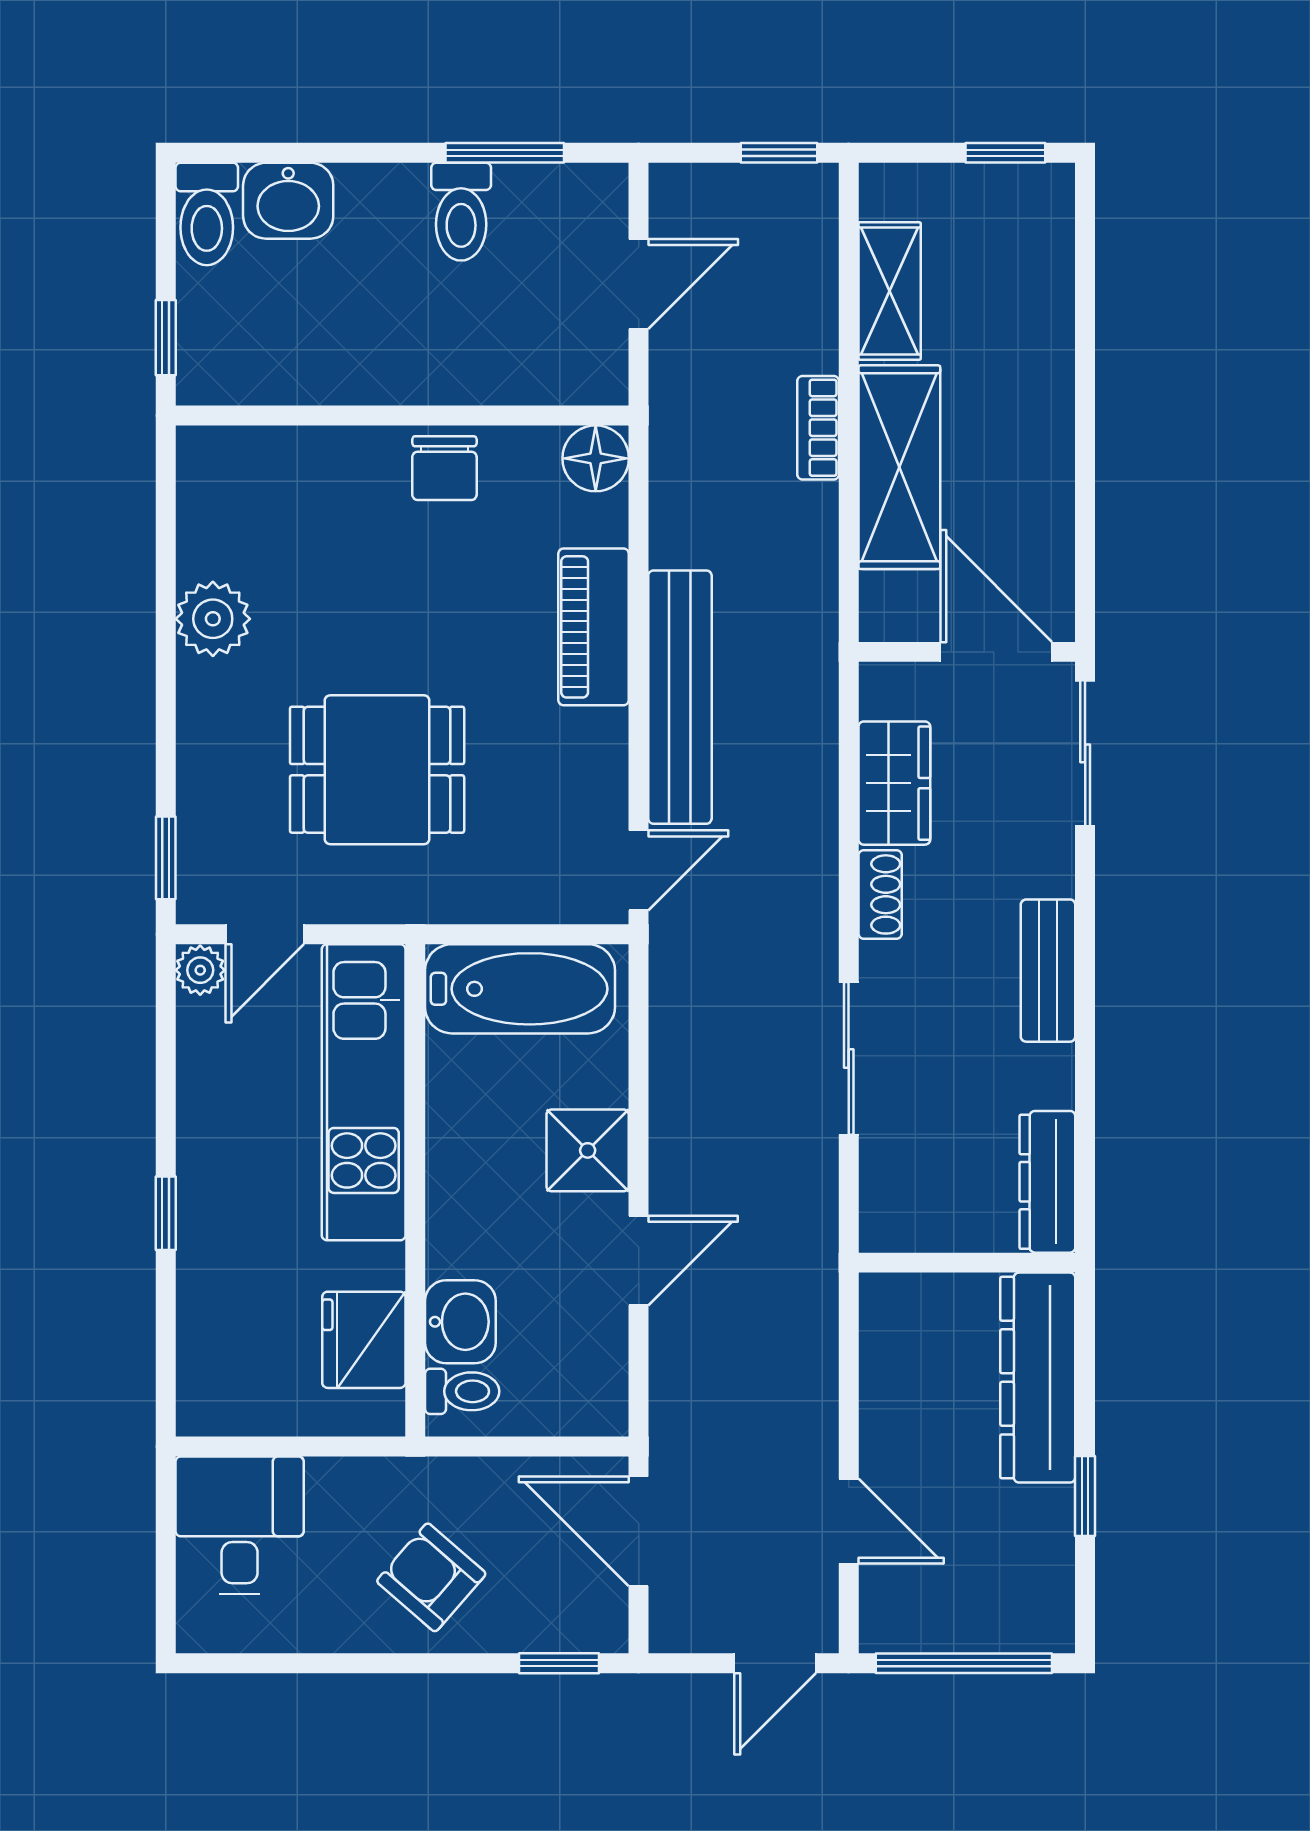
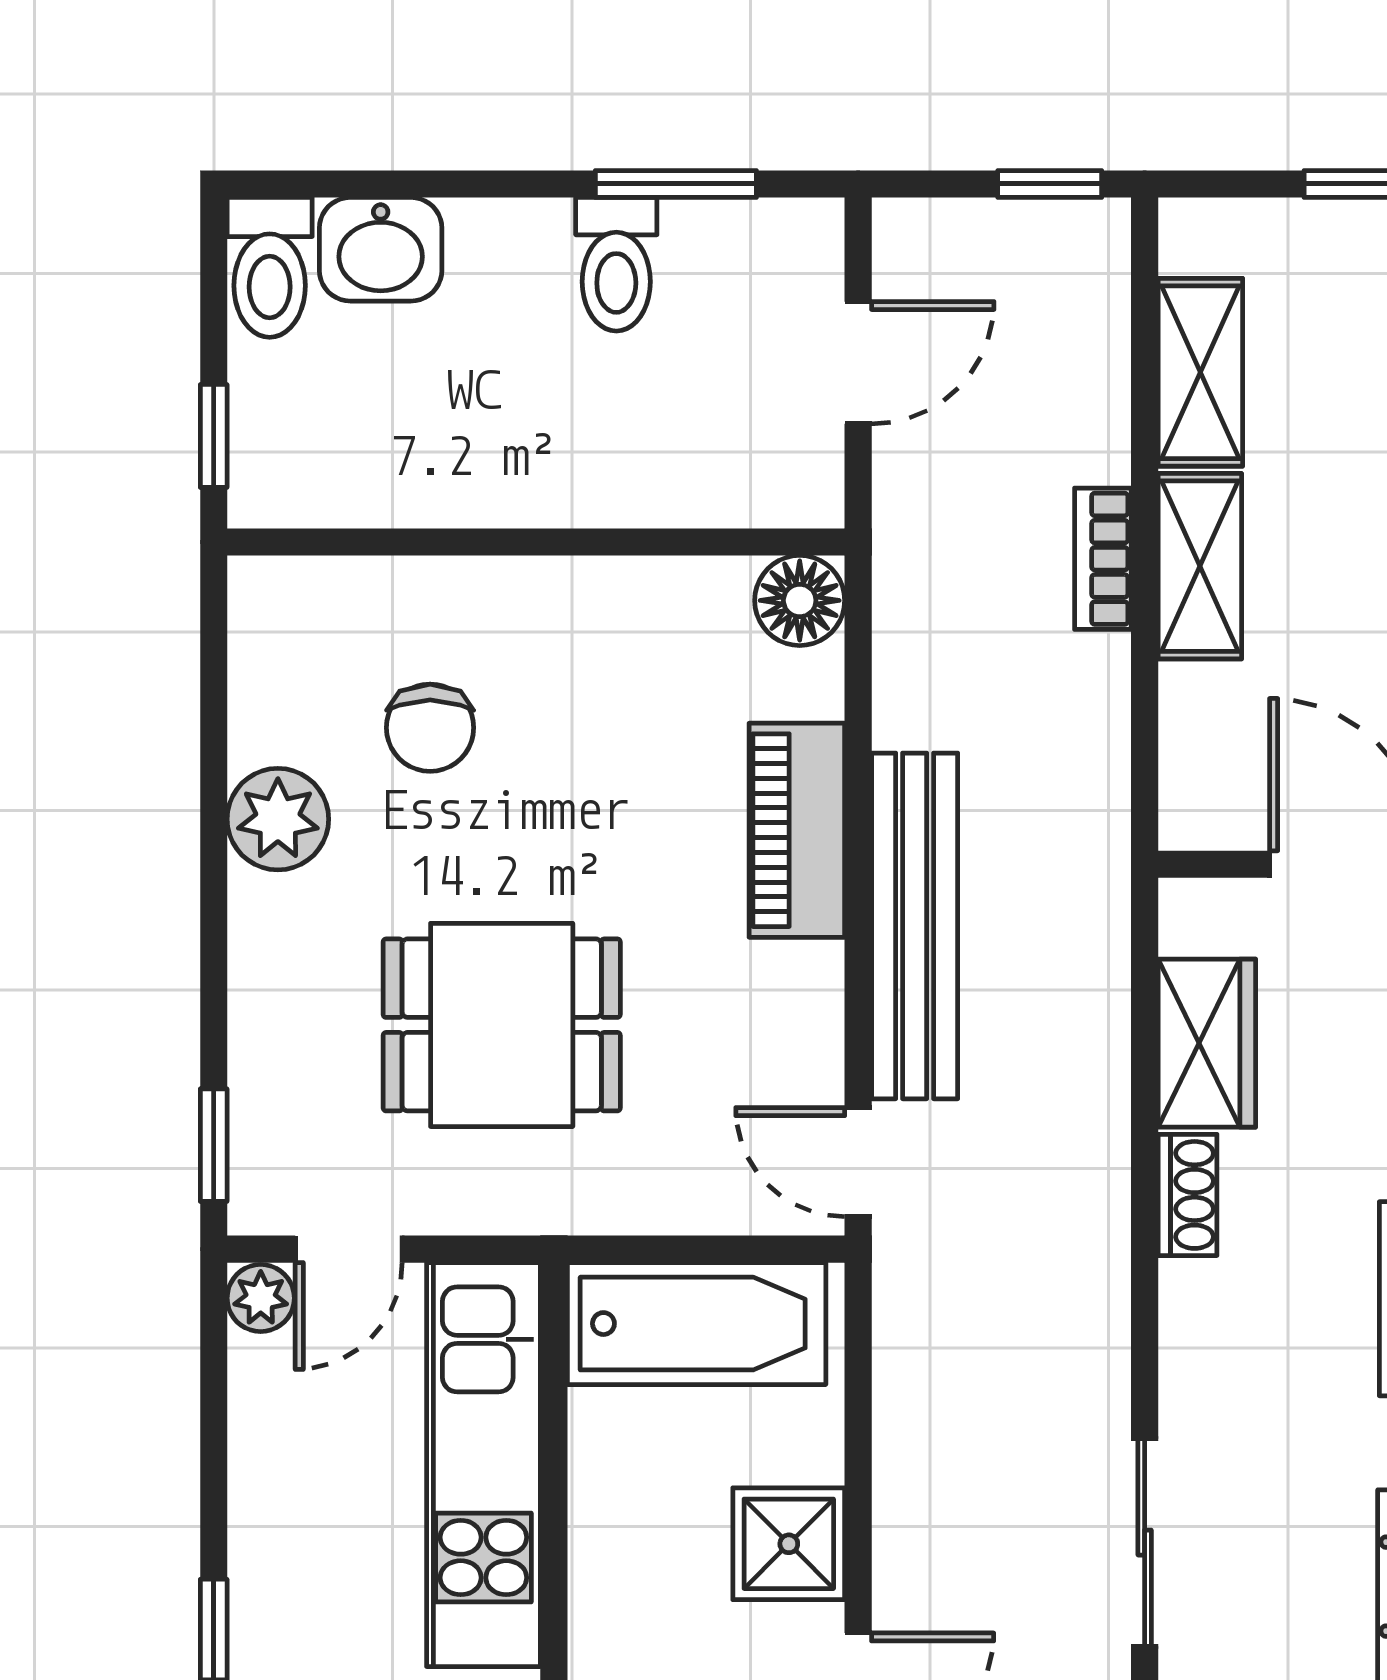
shelving: (899, 467) -> (1200, 566), width x0.67, depth x0.75
chair: (444, 468) -> (430, 728), moved
door: (639, 870) -> (858, 1162), swing flipped
sliding door: (849, 1058) -> (1145, 1543), moved

